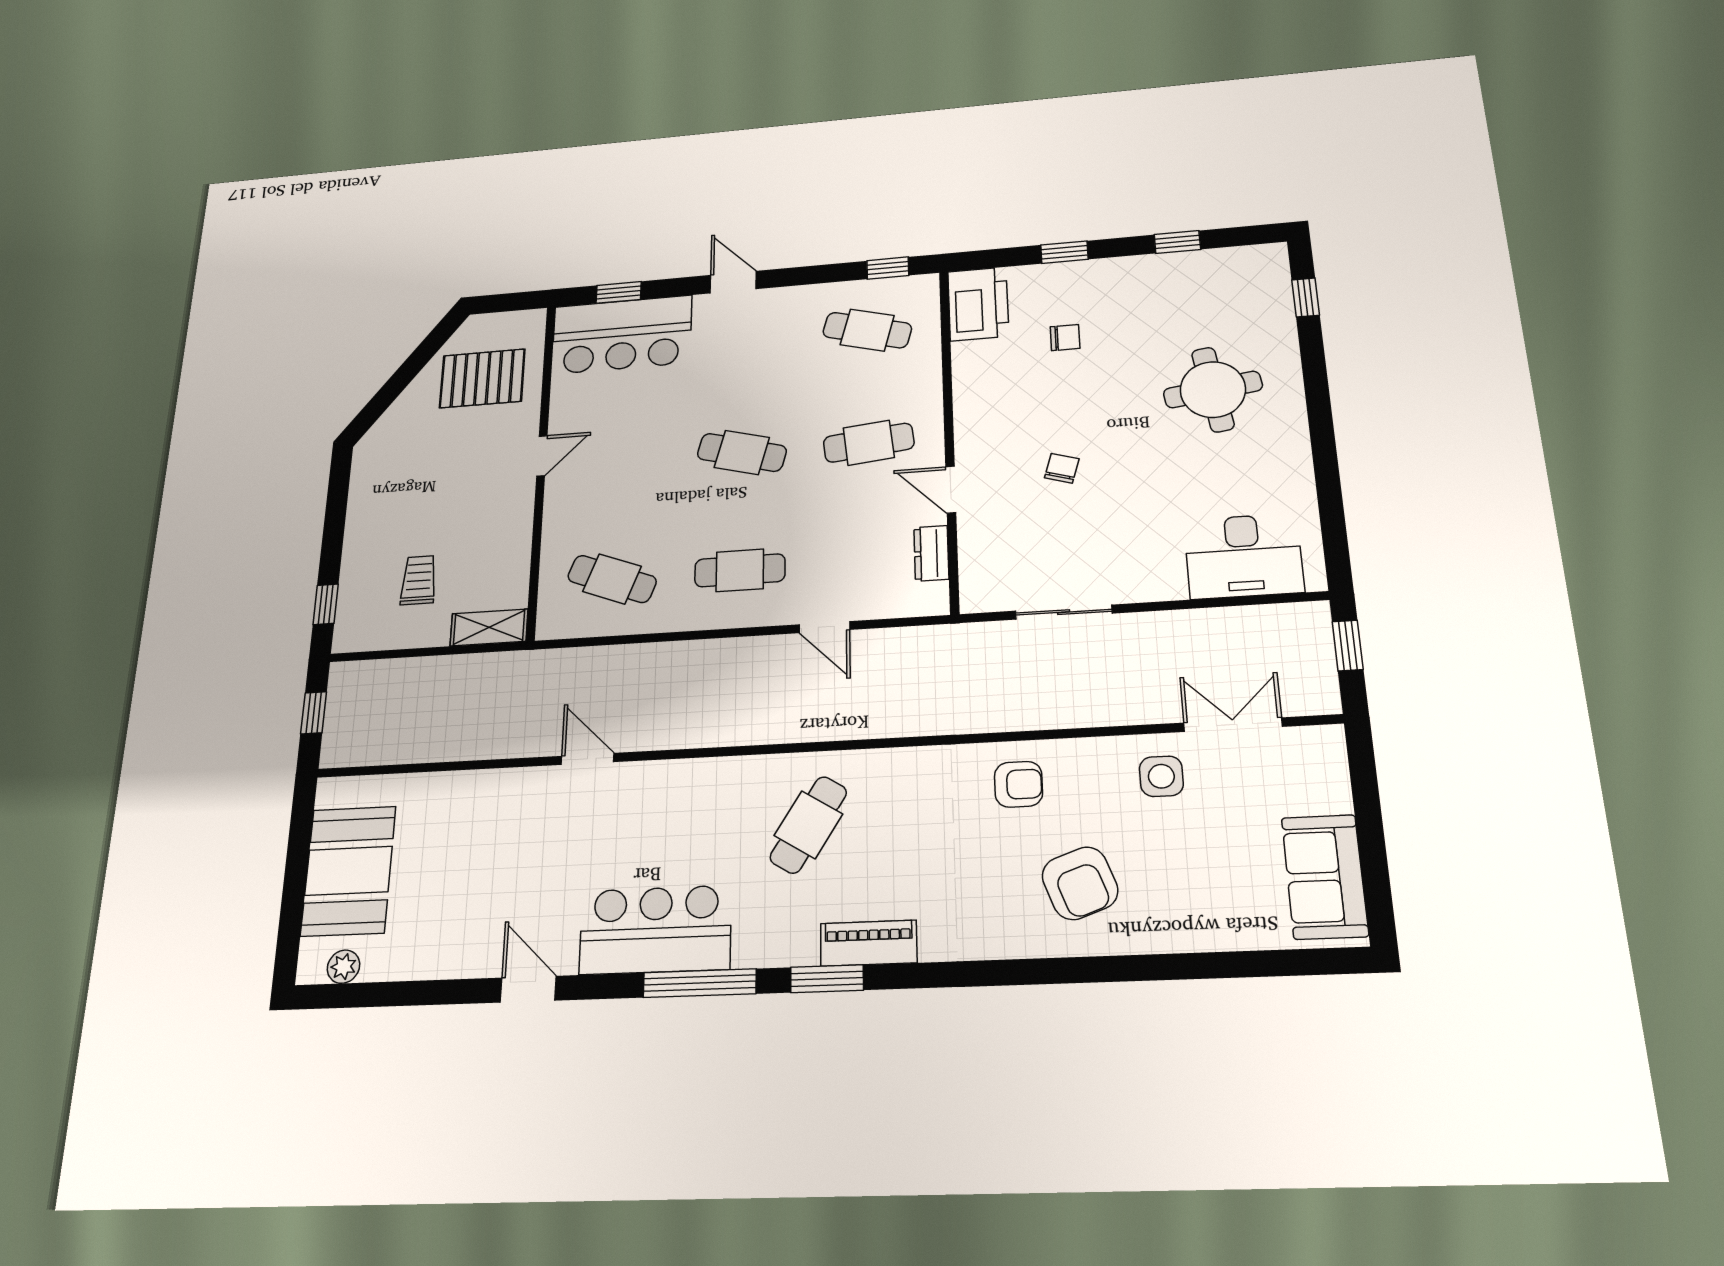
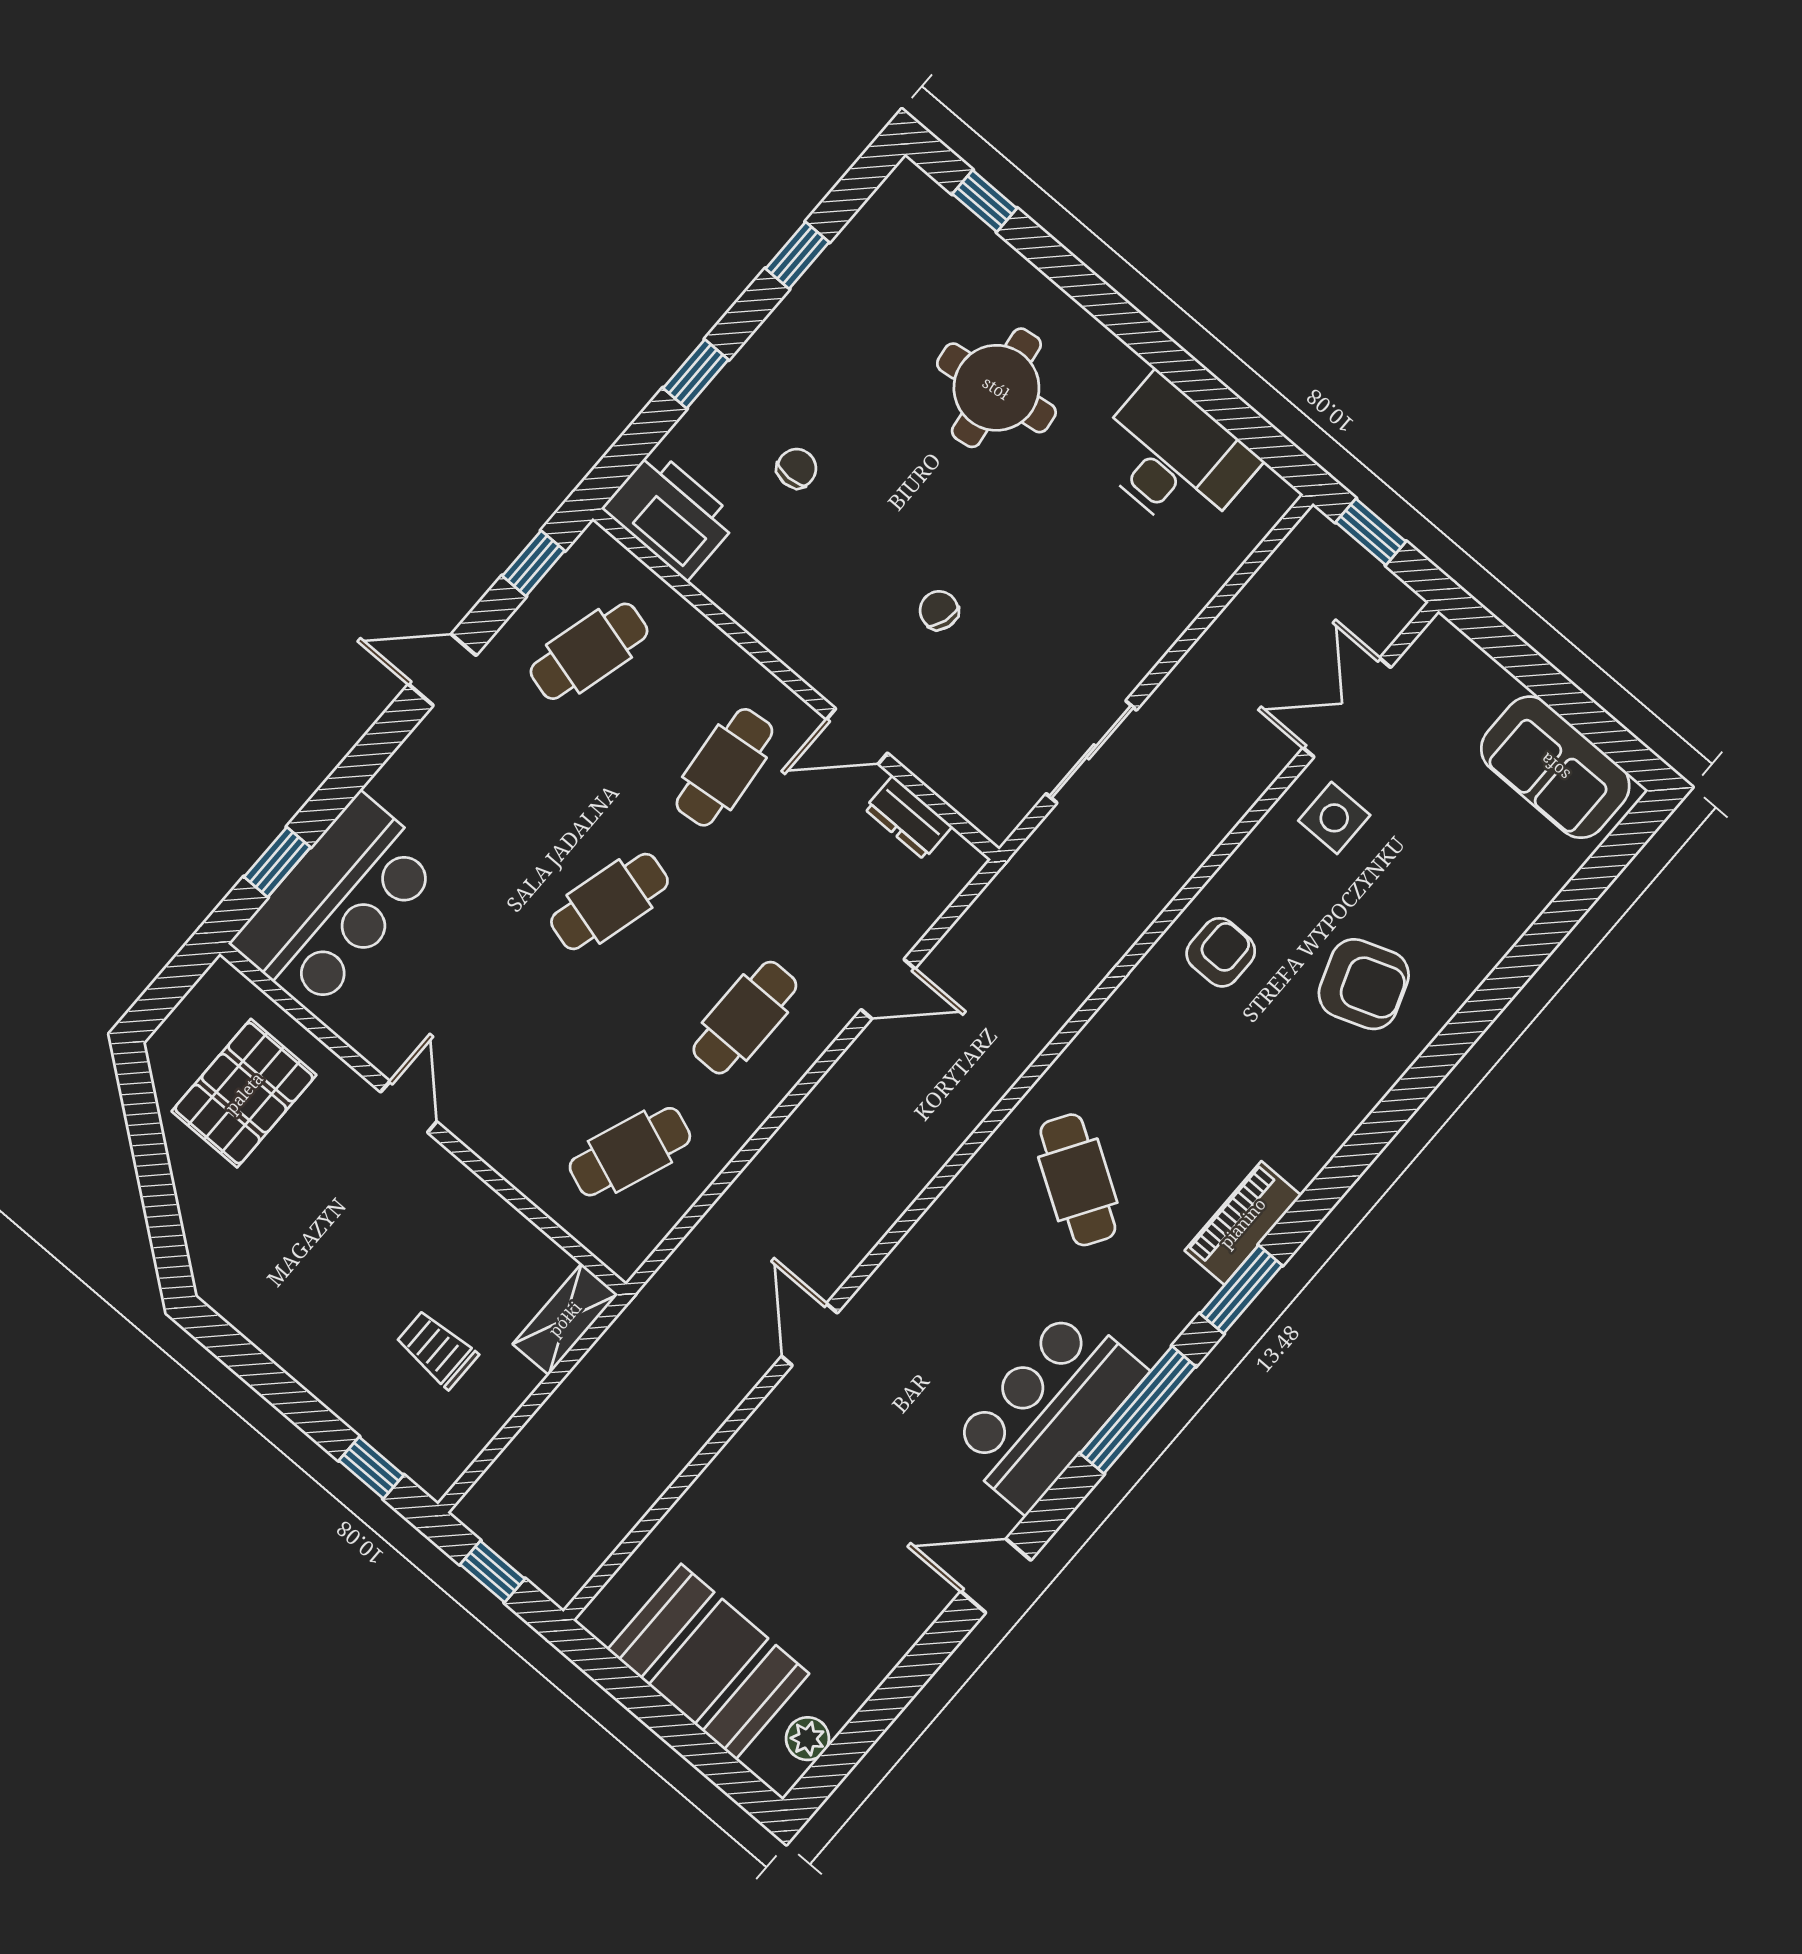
door: (733, 282) -> (442, 670), moved
desk: (1243, 556) -> (1173, 457), moved, turned -90
door: (588, 759) -> (809, 1335), hinge flipped

